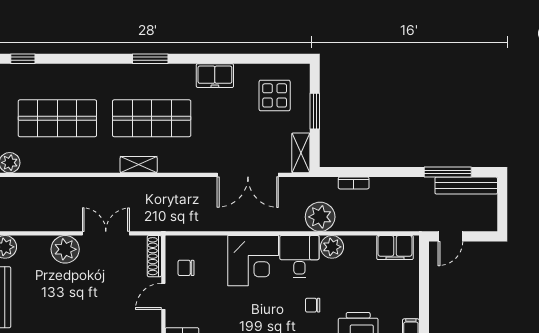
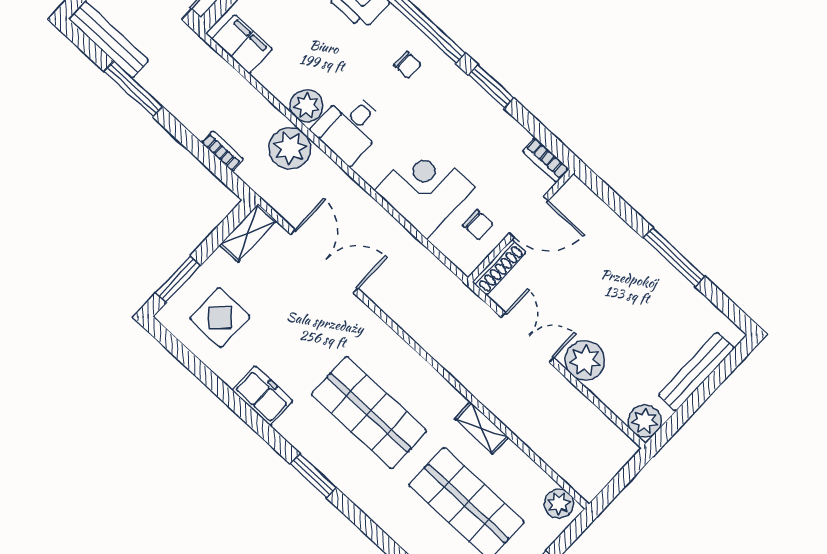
window: (315, 111) -> (178, 279), moved
shelving: (139, 165) -> (482, 428), moved
window: (448, 172) -> (133, 89), moved
double door: (106, 233) -> (527, 338), swing flipped
corner desk: (253, 261) -> (425, 189), moved
door: (163, 296) -> (529, 217), width x1.38
chair: (313, 305) -> (407, 65), moved

